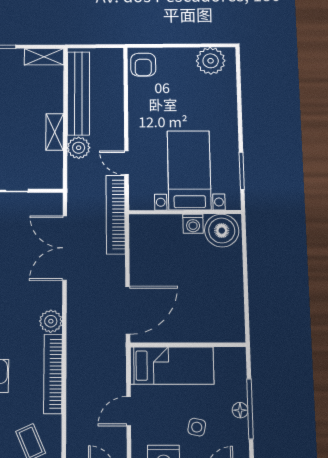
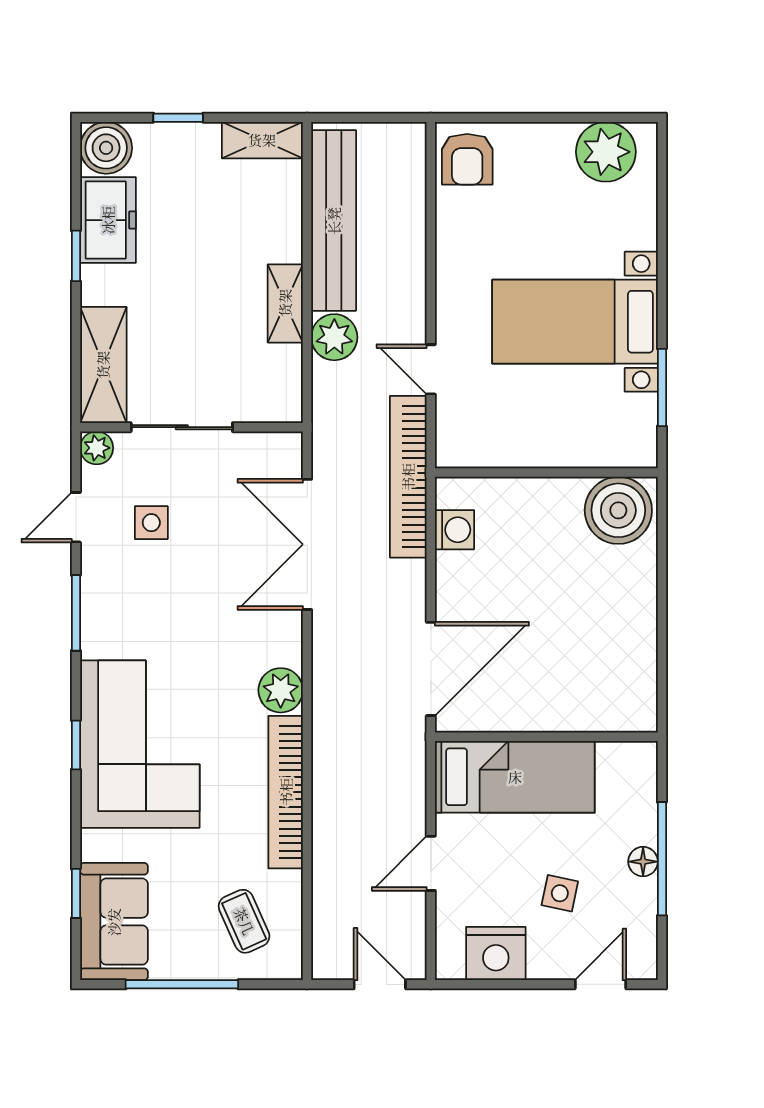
bed with nightstands: (189, 170) -> (575, 322), moved, turned -90
washing machine: (193, 224) -> (455, 530), moved, turned -90

